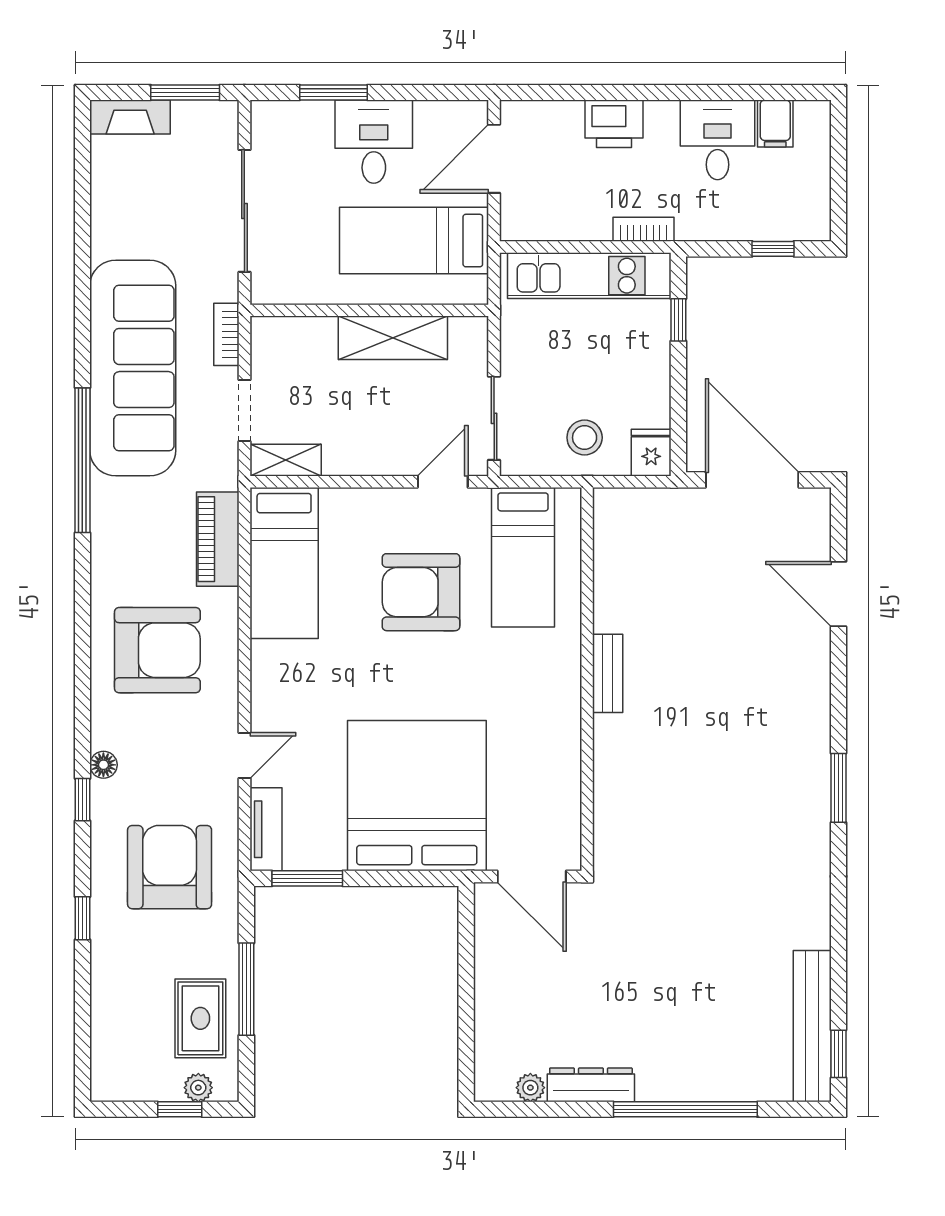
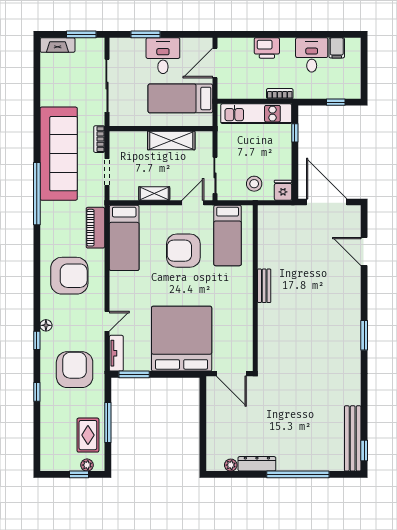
shelving: (286, 460) -> (154, 193), moved

